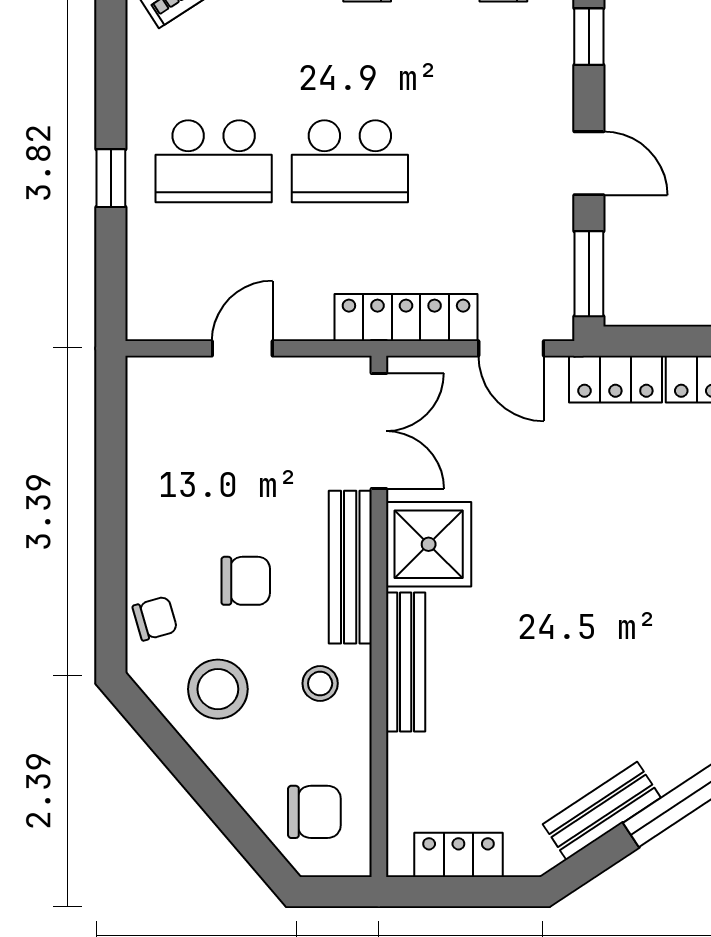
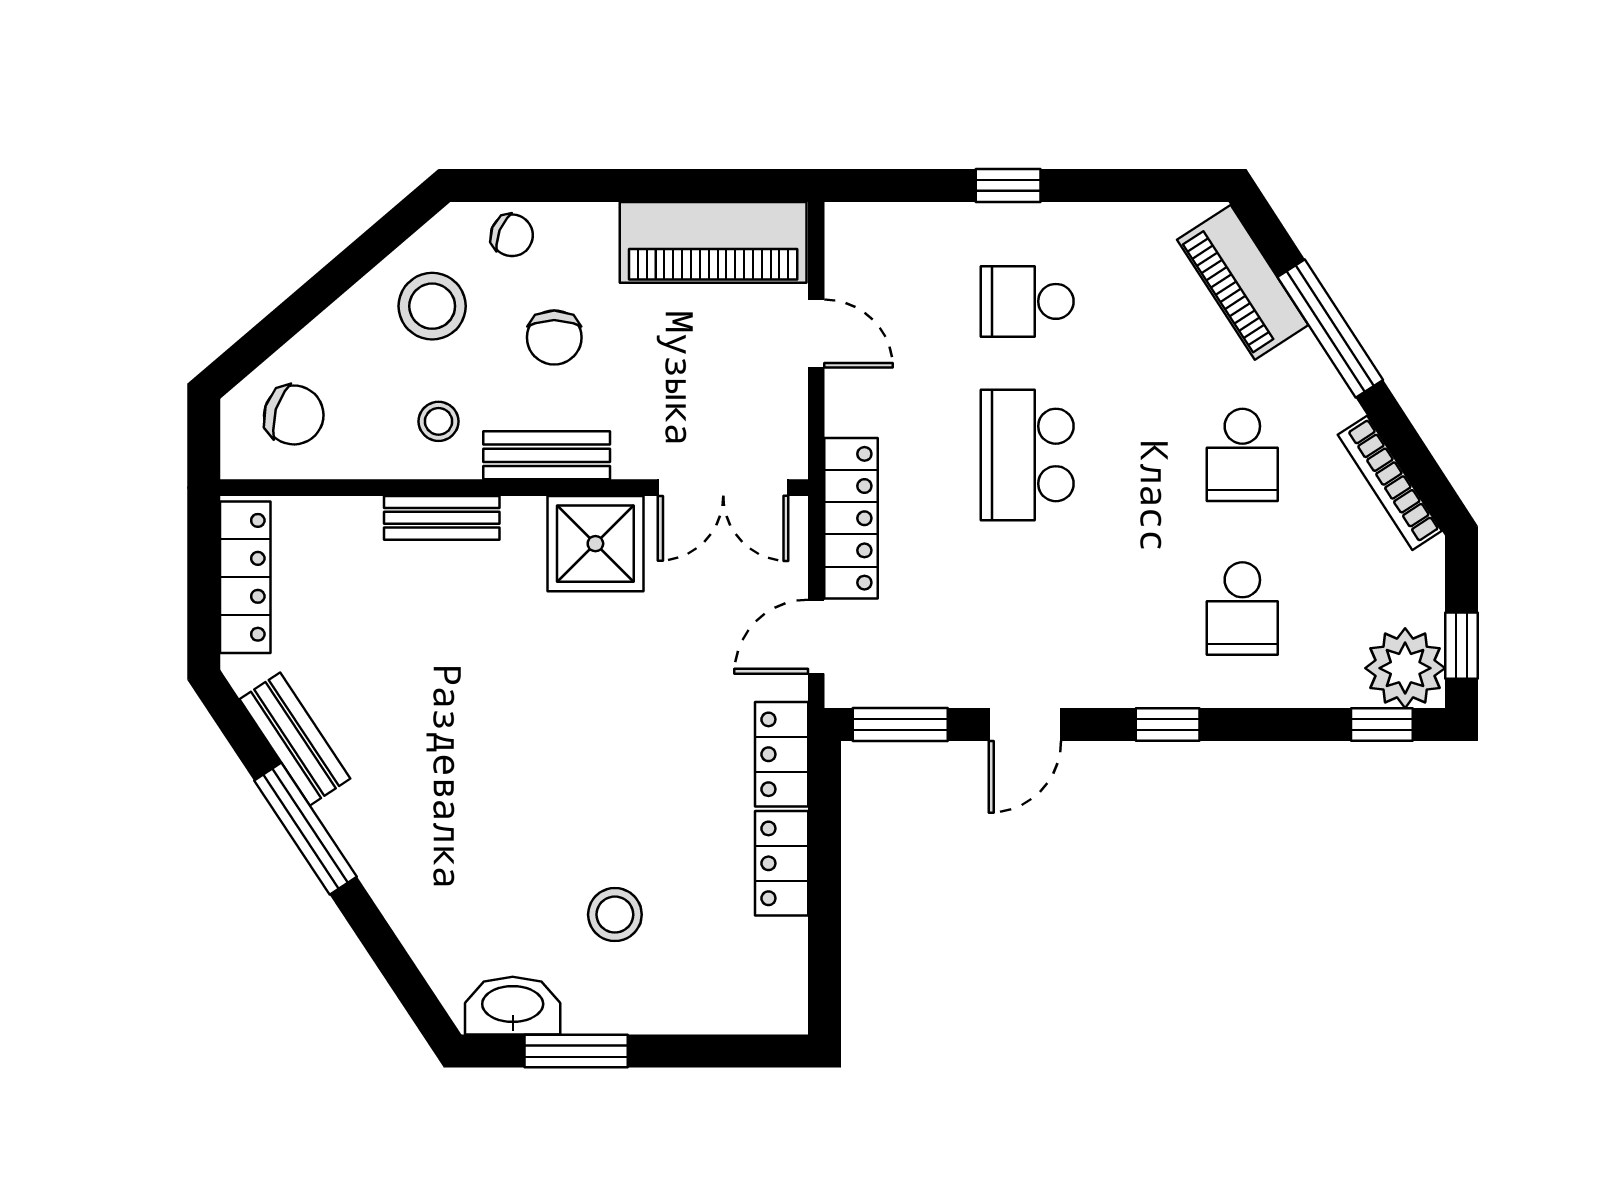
school desk: (214, 161) -> (1027, 301), width x0.54
piano: (161, 440) -> (713, 242), added
bench: (350, 567) -> (547, 455), width x0.73
chair: (155, 618) -> (512, 235), turned -52
bench: (406, 662) -> (442, 518), width x0.73
chair: (314, 812) -> (294, 415), turned -73
locker: (458, 855) -> (245, 577), width x1.53

